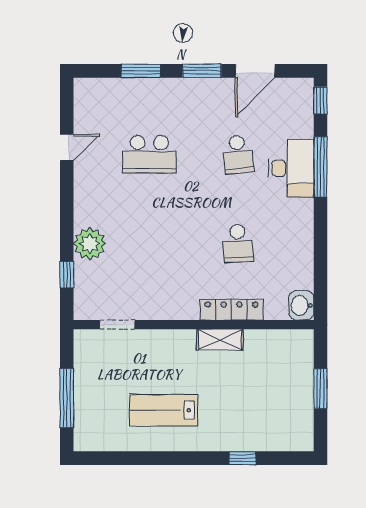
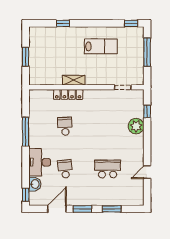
window: (321, 167) -> (26, 132), moved
washbasin: (301, 305) -> (35, 184), moved
window: (100, 458) -> (131, 23), added

